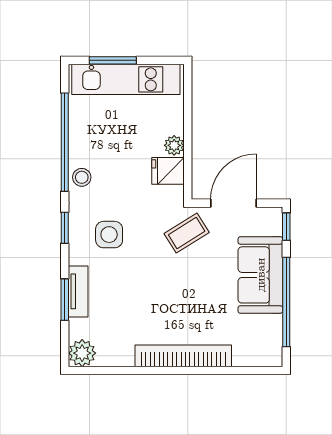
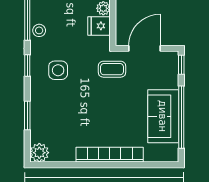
coffee table: (187, 233) -> (112, 69), turned 32
sofa: (260, 275) -> (163, 116), moved
tv unit: (78, 291) -> (37, 110), removed

